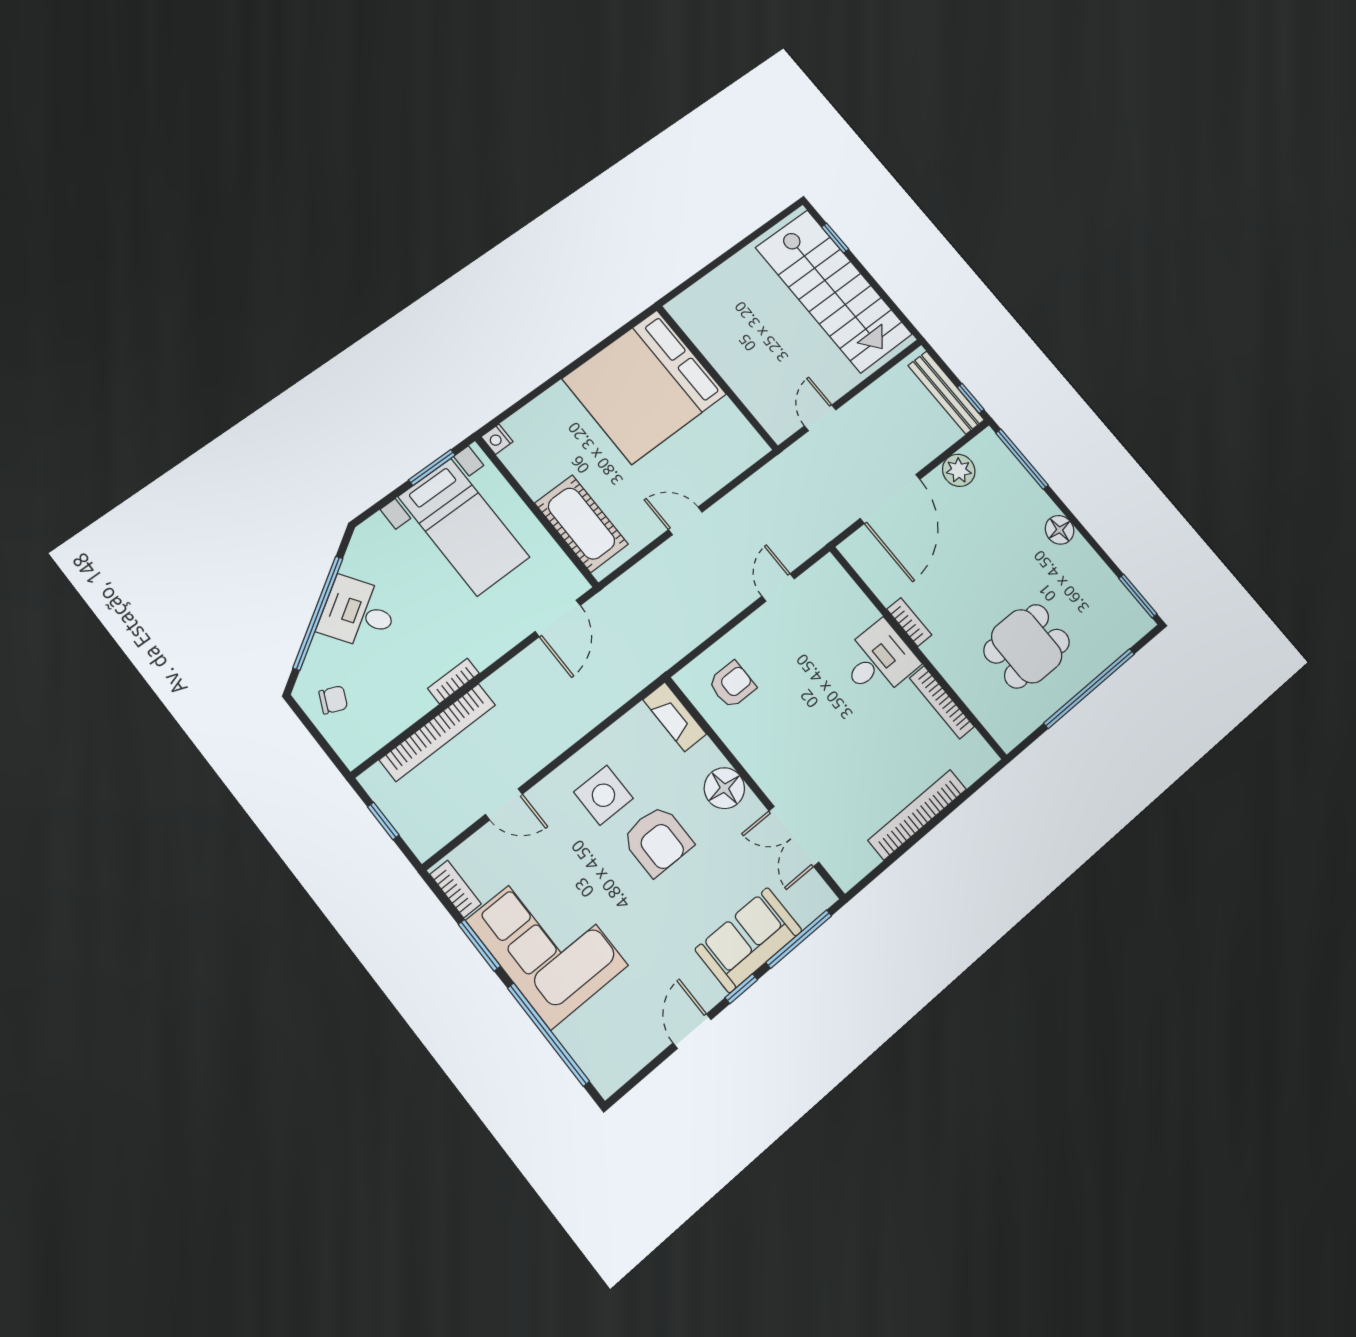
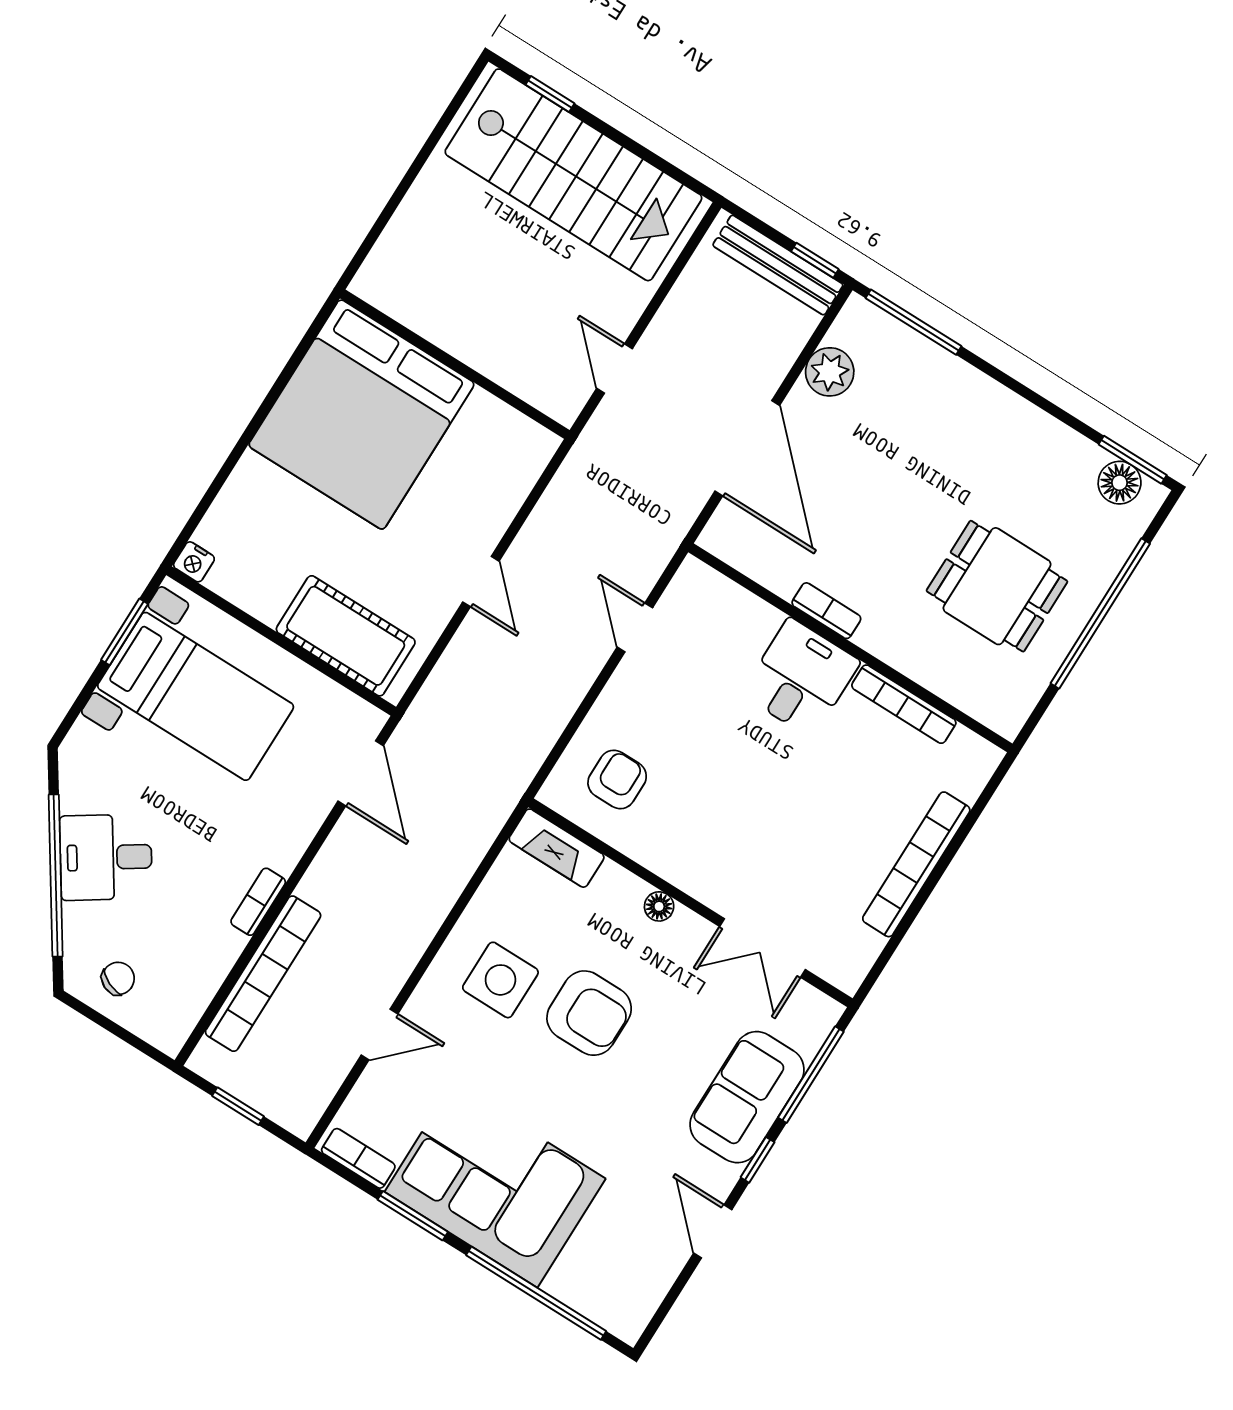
door: (685, 521) -> (481, 582), swing flipped
floor lamp: (1060, 530) -> (1120, 483), moved
dining table: (1027, 646) -> (997, 586), turned 90
floor lamp: (724, 788) -> (659, 906), width x0.53, depth x0.53

